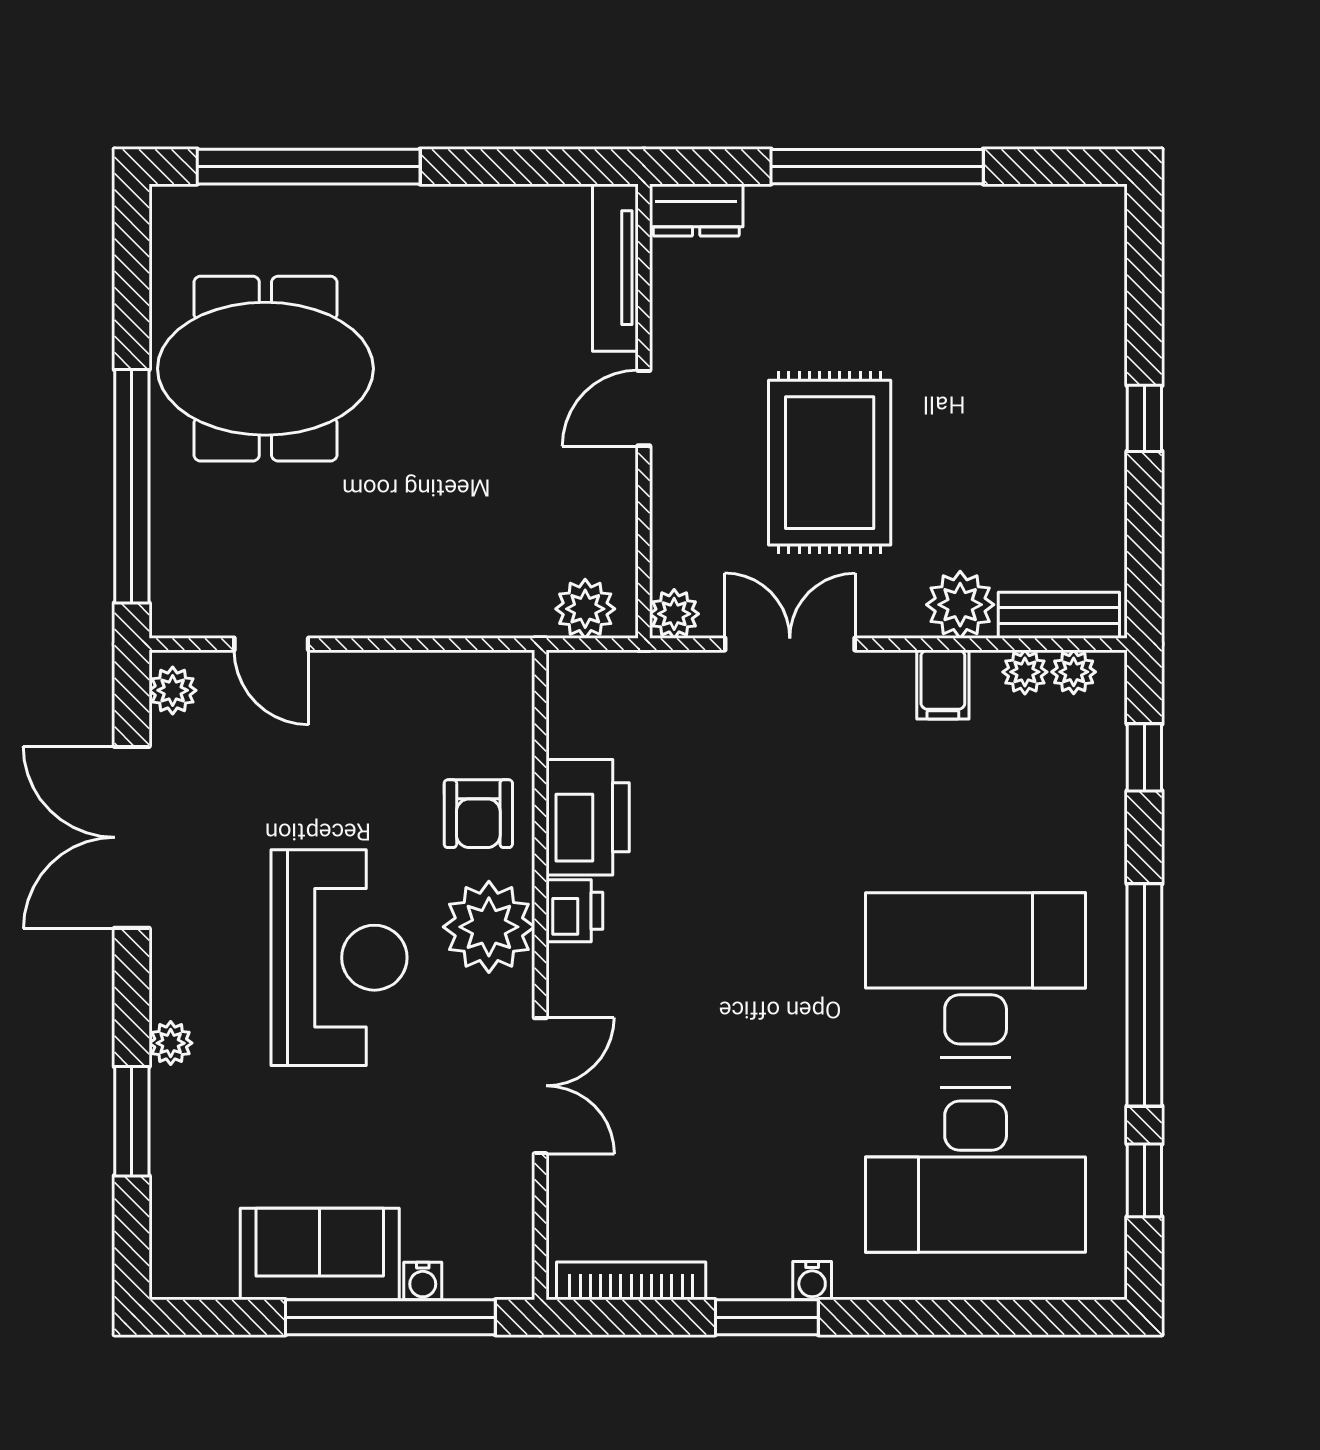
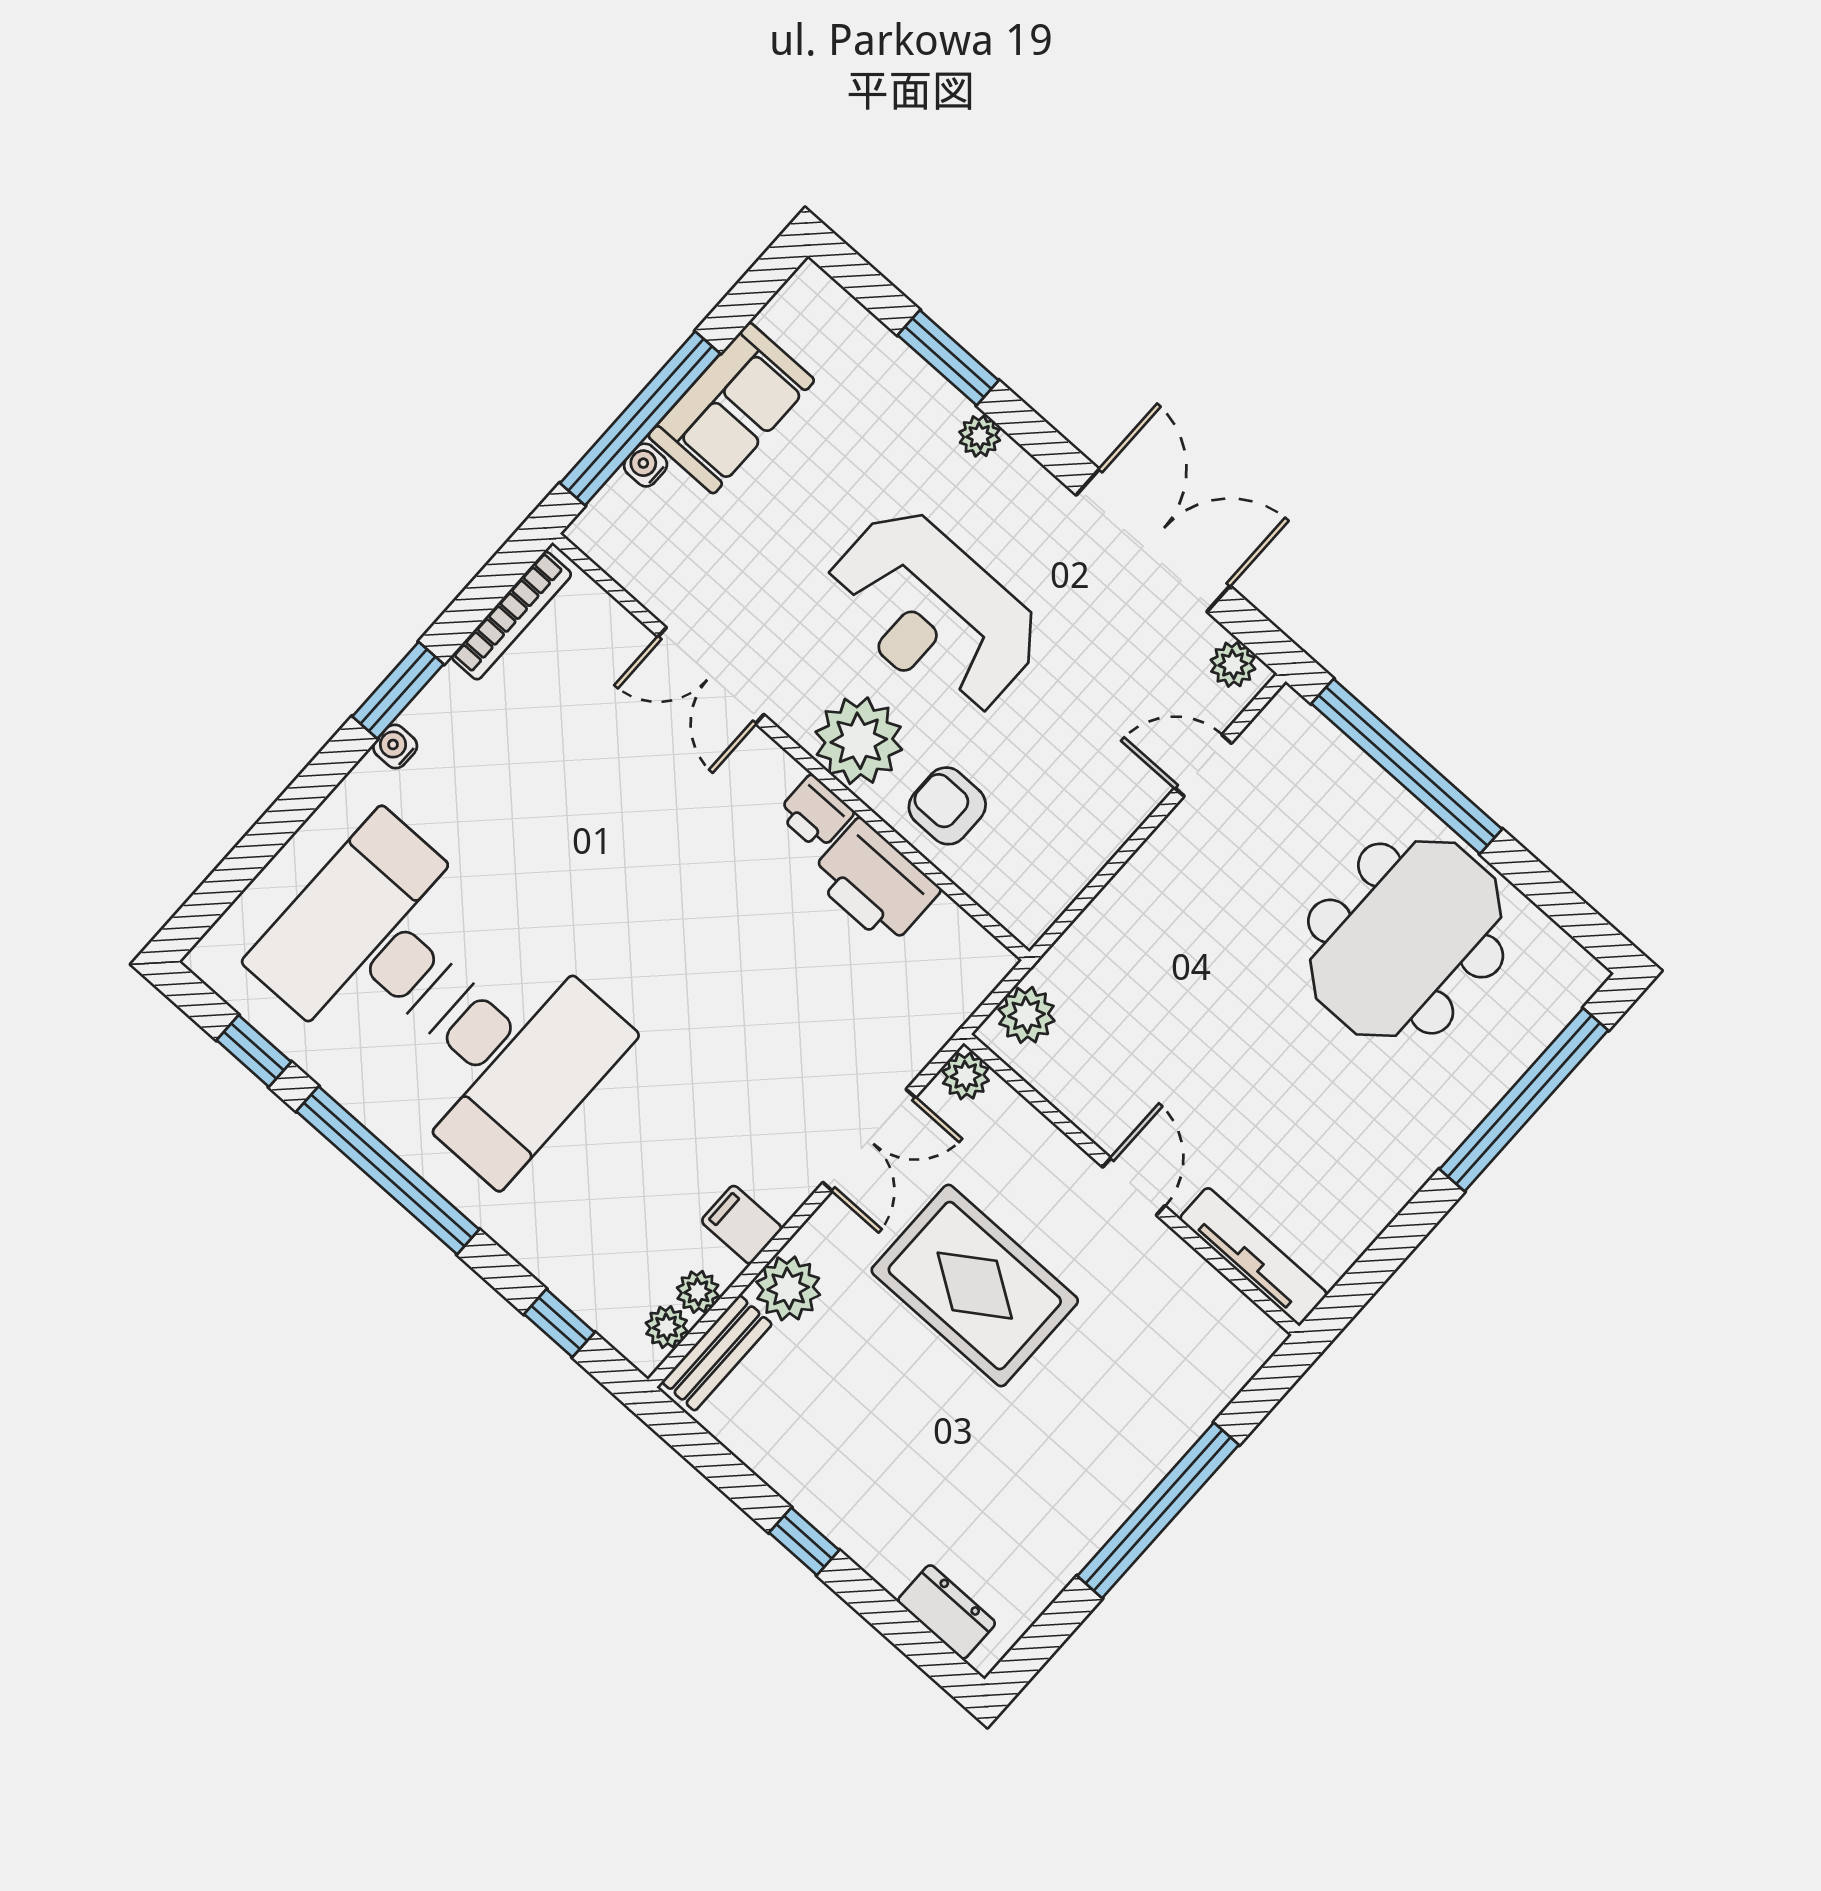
dresser: (696, 210) -> (947, 1612), moved, turned 90

